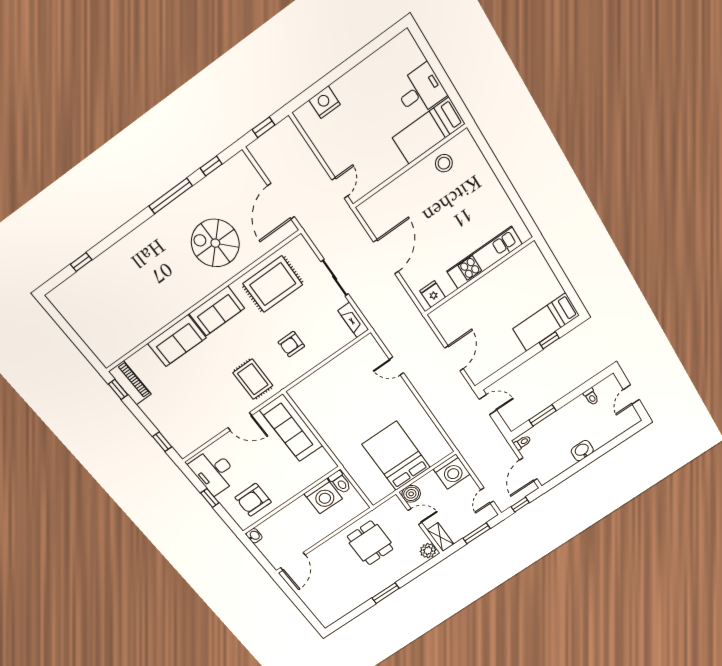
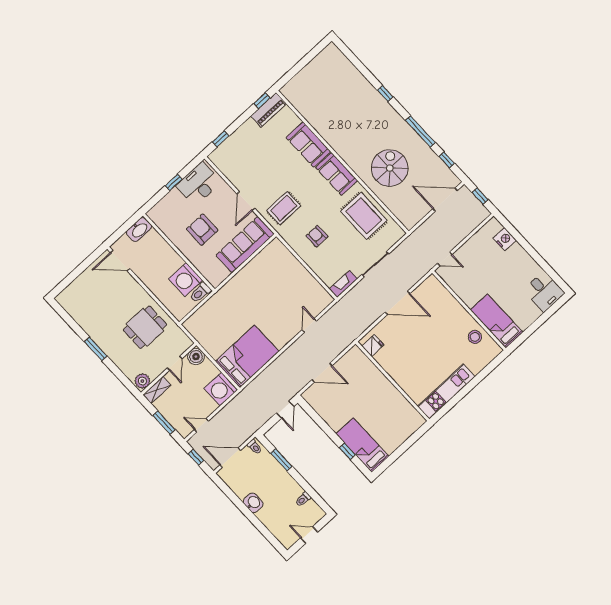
desk: (421, 91) -> (544, 292), moved
door: (281, 201) -> (445, 200), moved
kitchen unit: (485, 258) -> (446, 391), moved, turned -90
window: (81, 262) -> (385, 94), moved
bed: (396, 456) -> (247, 356), moved
armchair: (253, 500) -> (202, 230), moved
washbasin: (254, 536) -> (139, 229), width x1.91, depth x1.45

